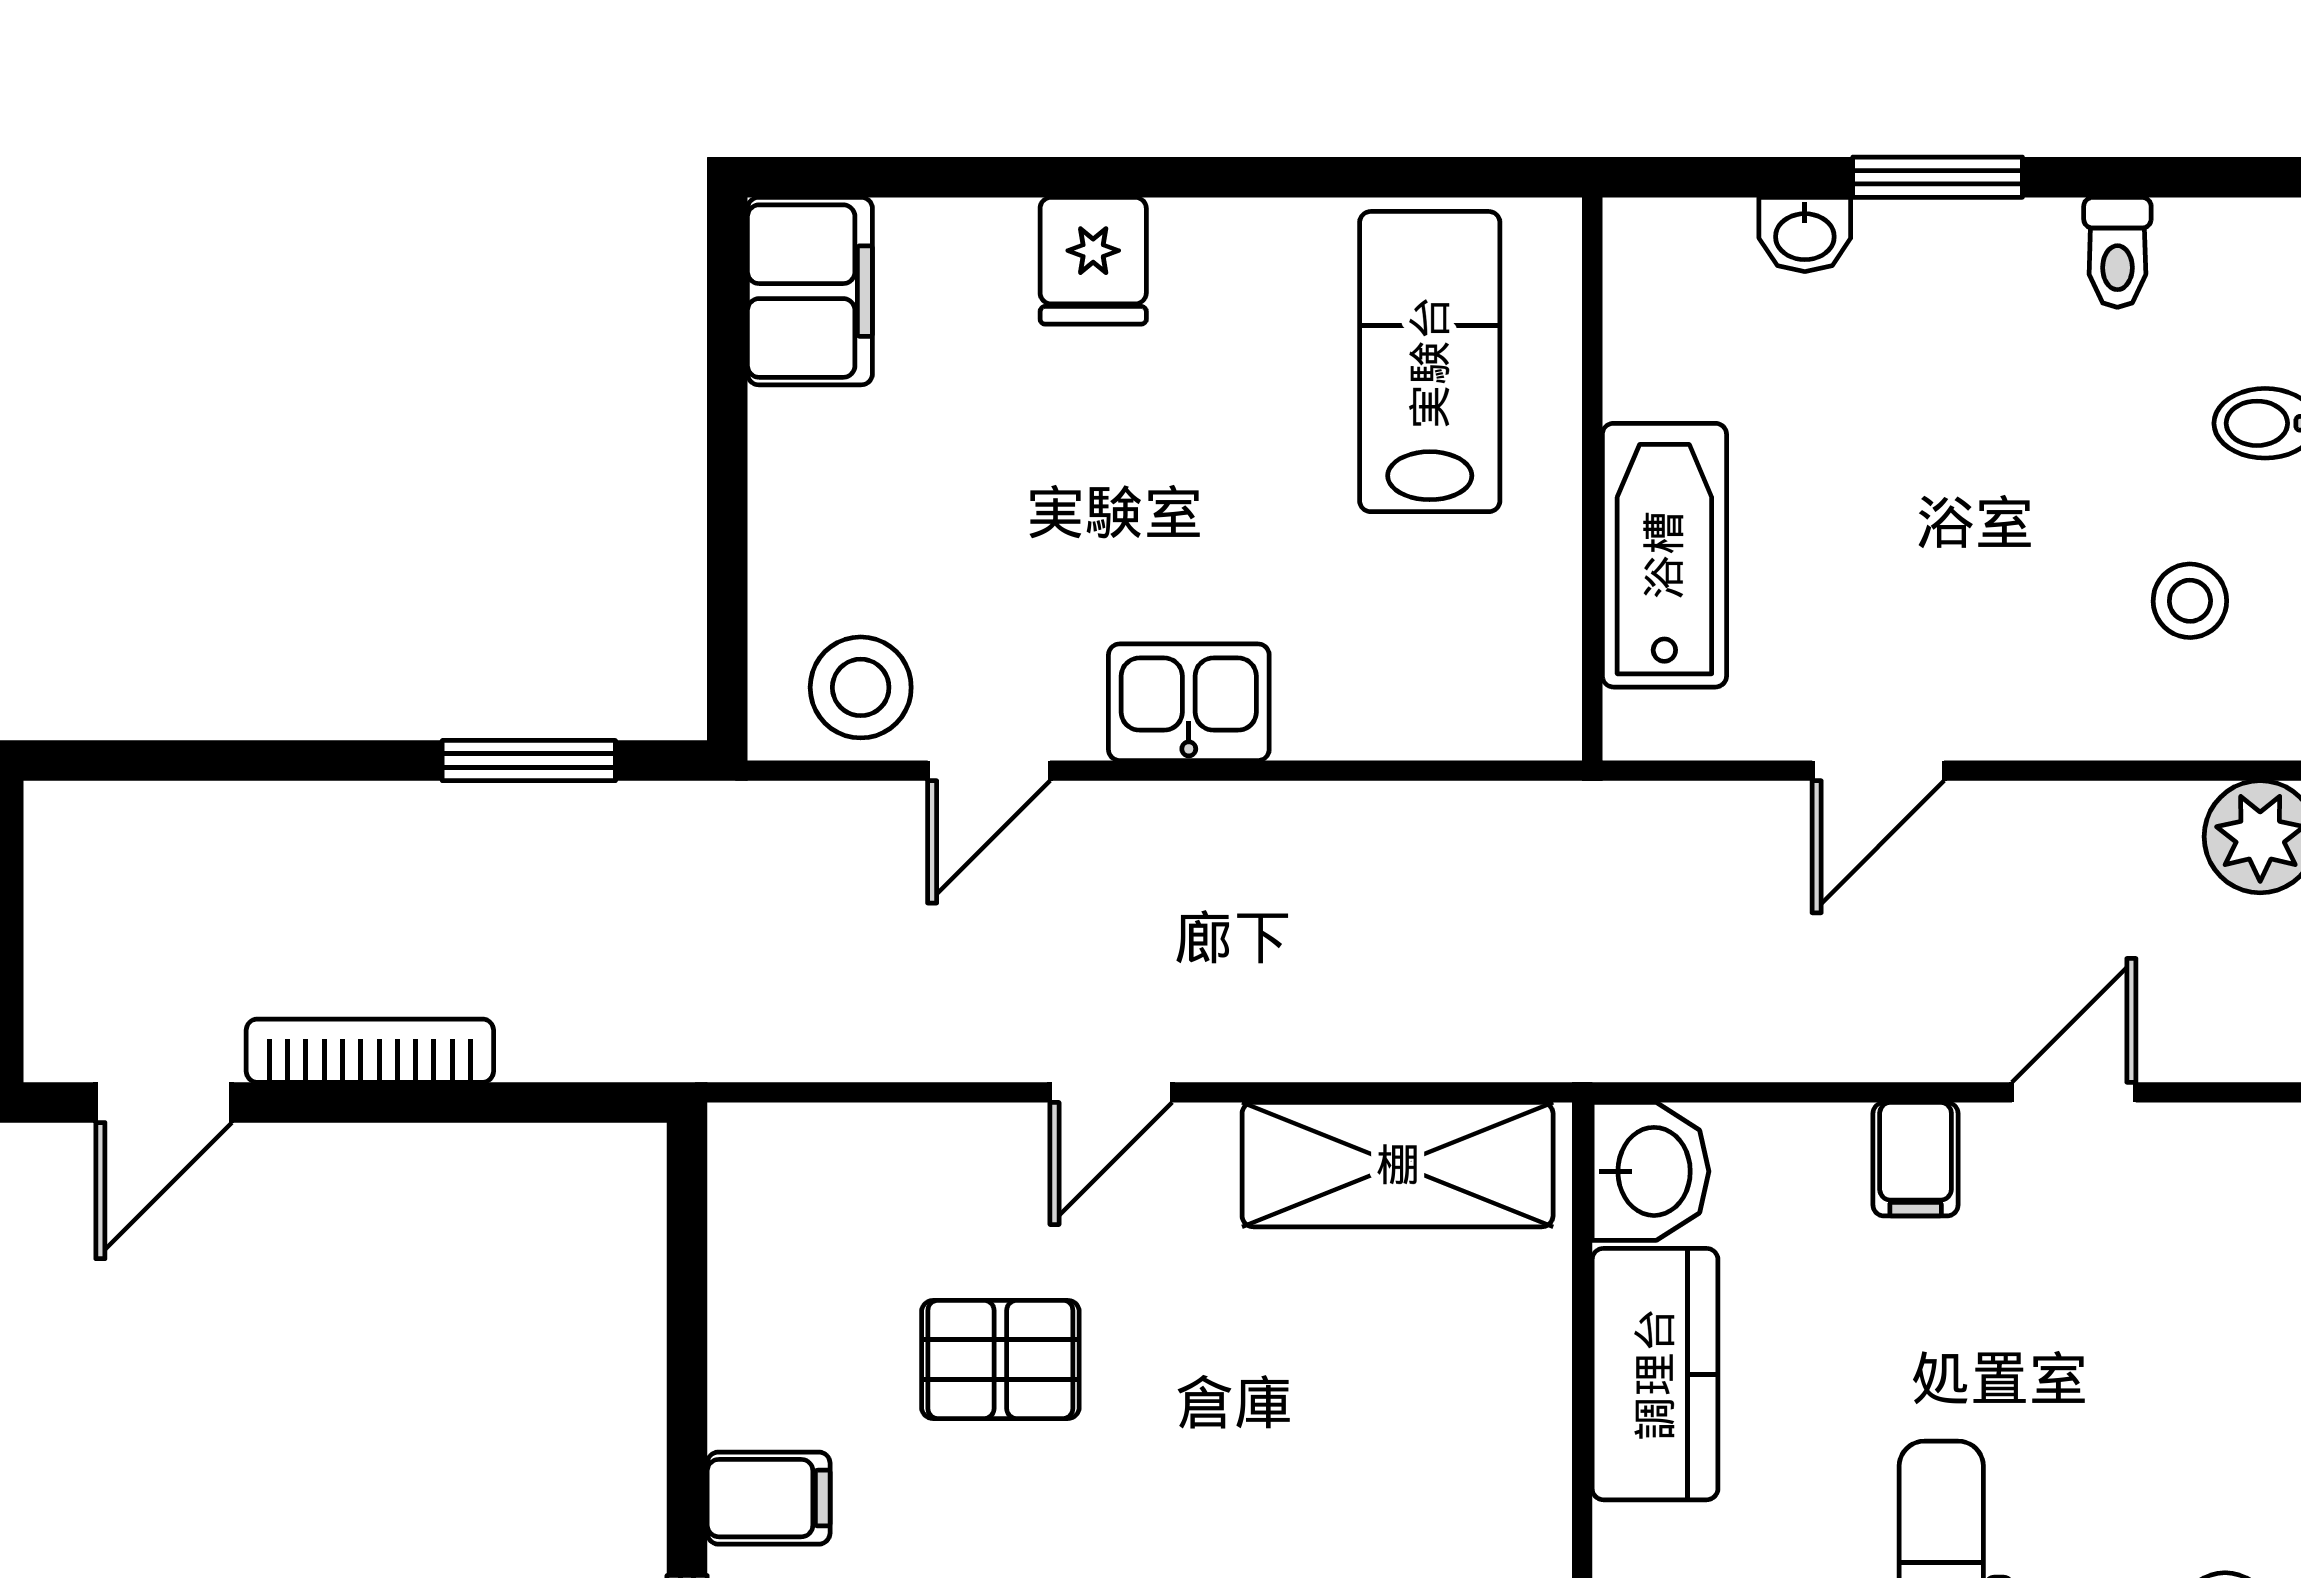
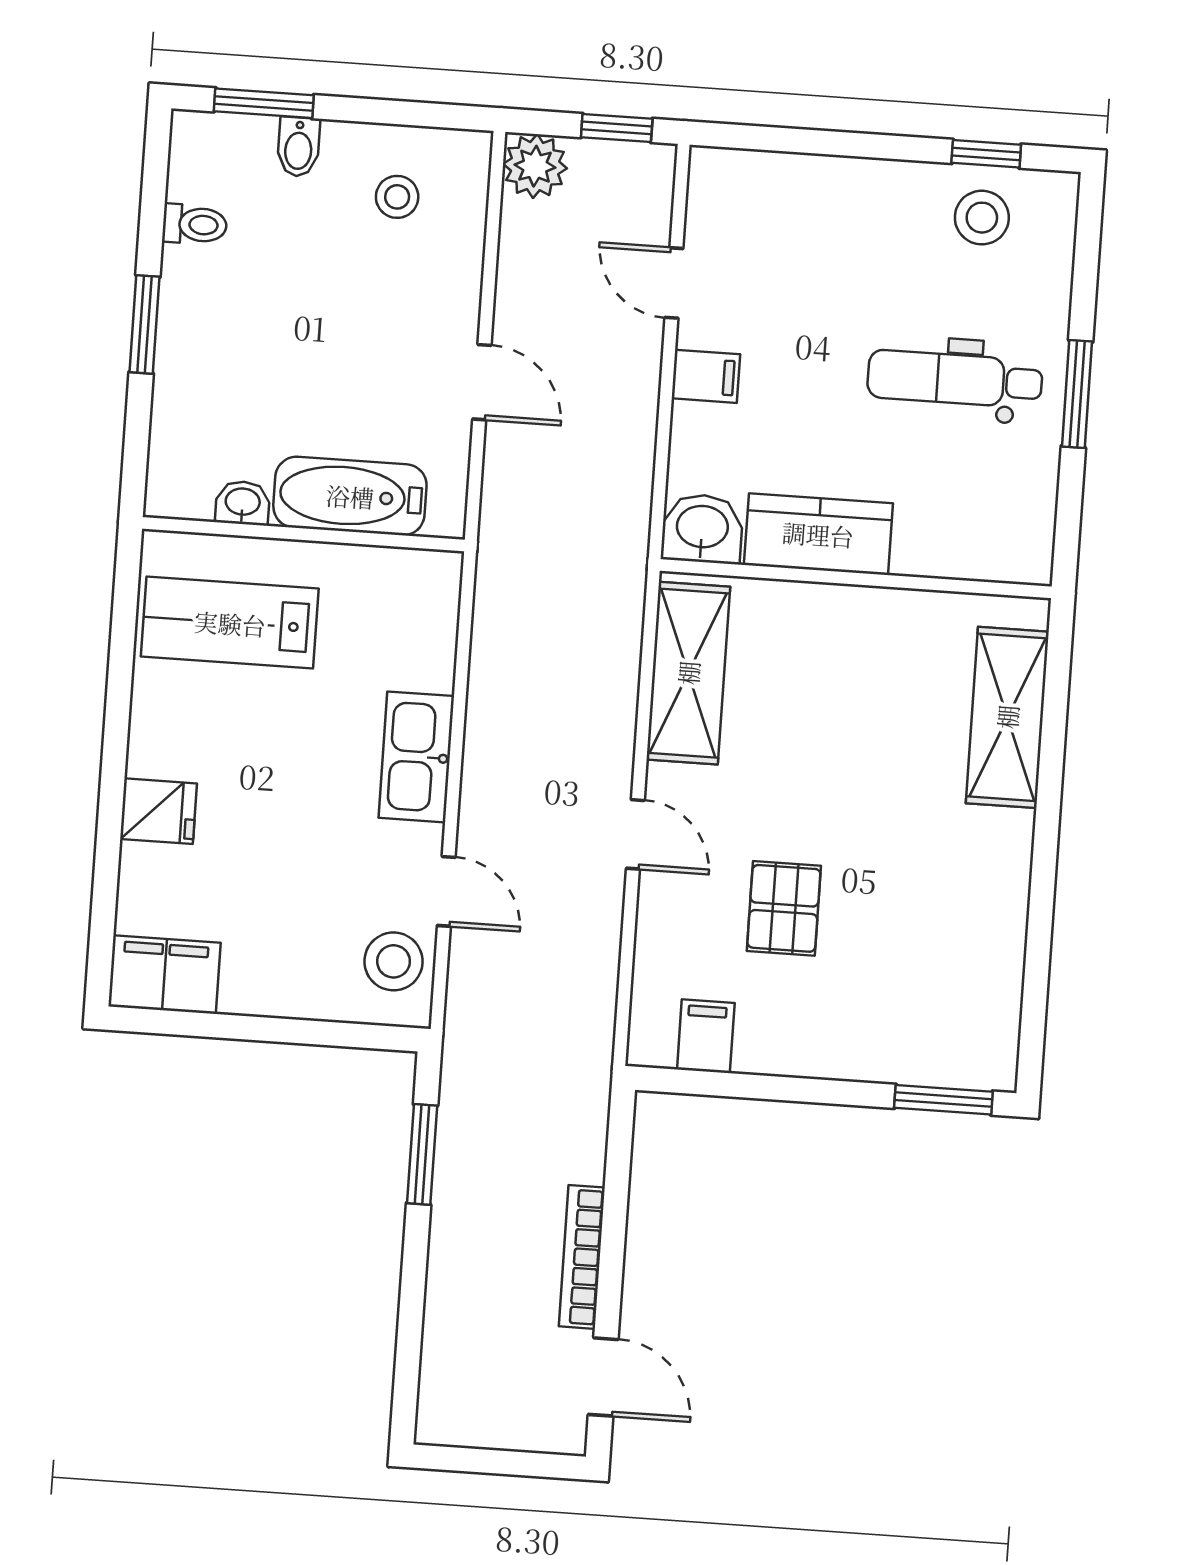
washbasin: (1805, 234) -> (243, 503), moved, turned -90
kitchen sink: (1189, 702) -> (416, 757), width x1.38
filing cabinet: (769, 1498) -> (706, 1036), moved

